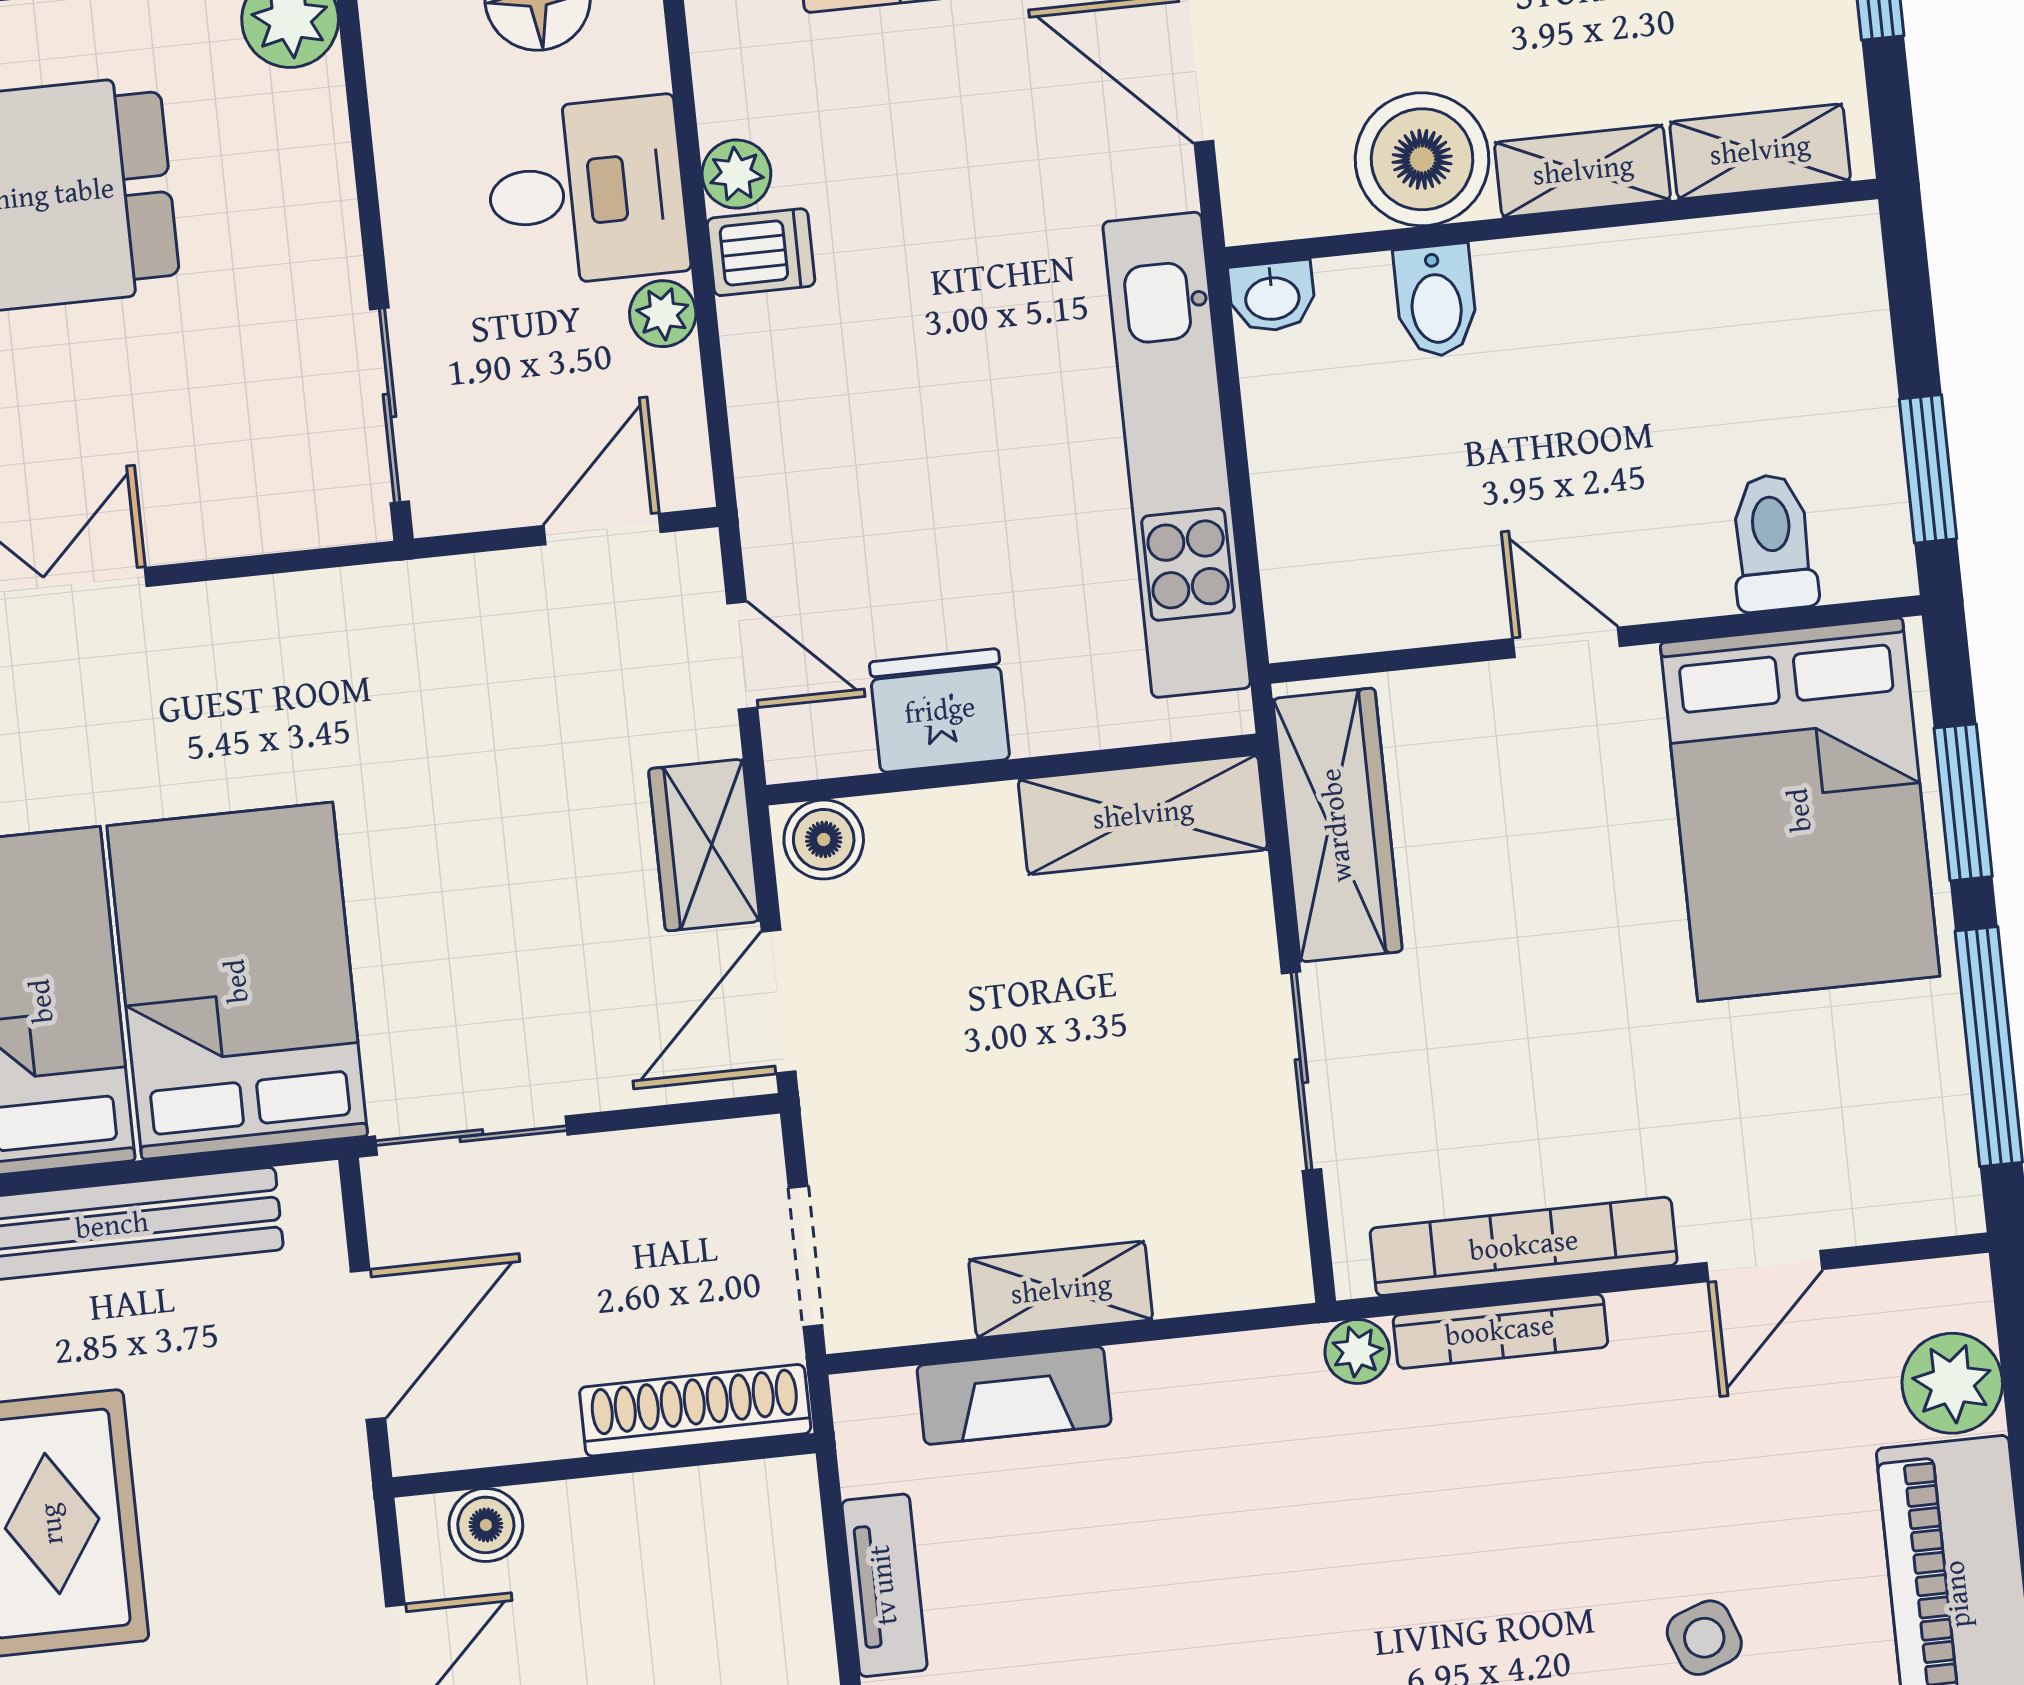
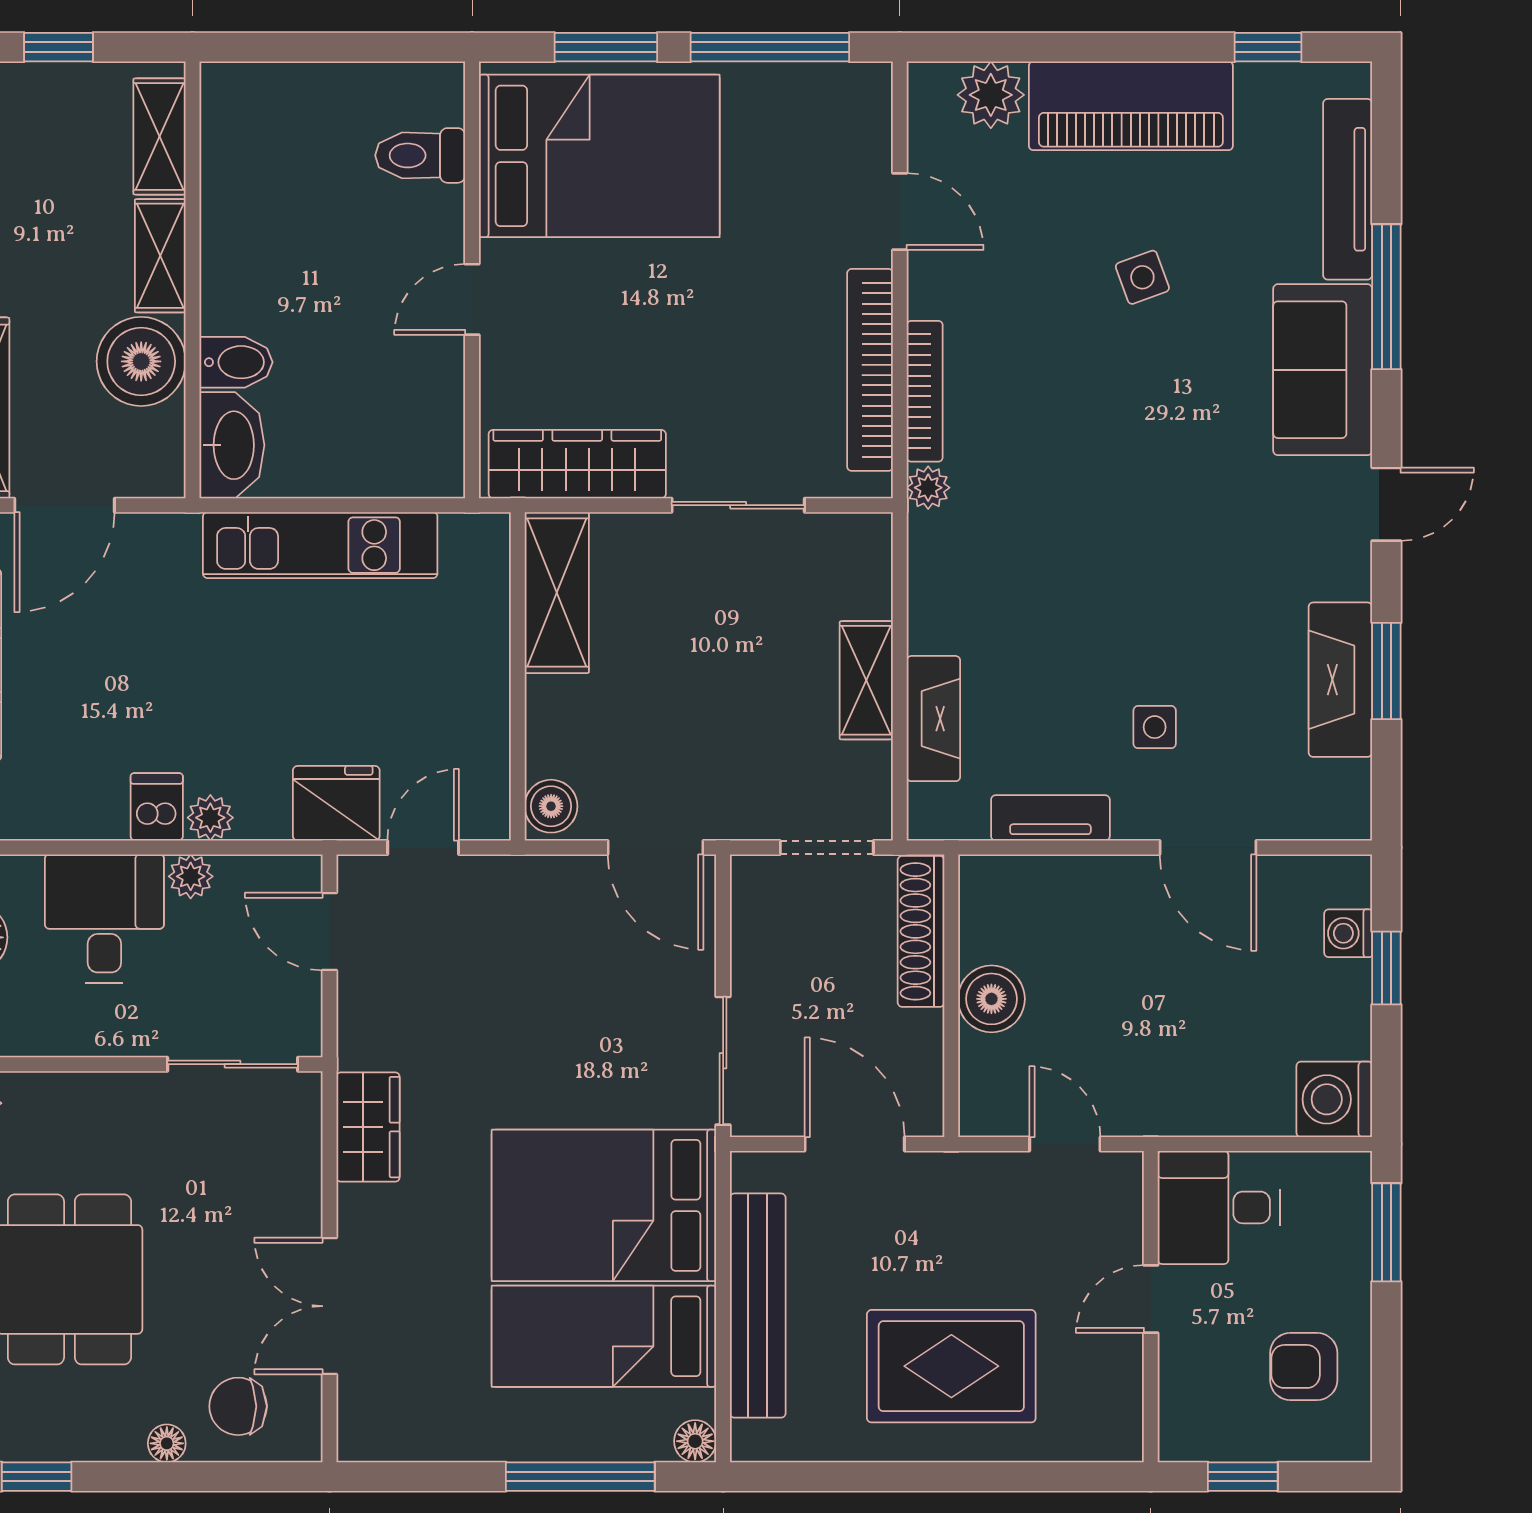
plant: (736, 174) -> (210, 818), moved
washbasin: (1272, 297) -> (232, 445), width x1.91, depth x1.45
kitchen unit: (1177, 455) -> (320, 545), width x0.73
window: (1928, 469) -> (382, 47), removed
fridge: (940, 711) -> (336, 803), moved, turned 90
wardrobe: (704, 845) -> (368, 1127), moved, turned -90
boiler: (486, 1525) -> (991, 999), moved, width x1.36, depth x1.36

